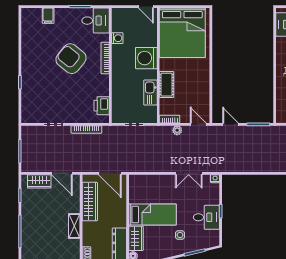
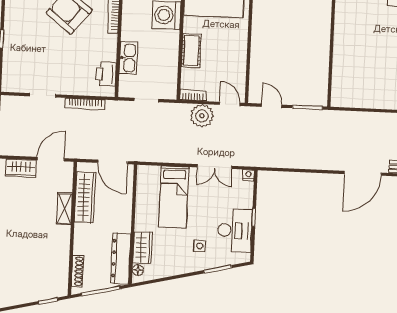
kitchen sink: (150, 92) -> (128, 58), moved, turned 180
plant: (177, 130) -> (202, 116), width x1.87, depth x1.87
door: (62, 173) -> (51, 159), swing flipped
bed: (152, 215) -> (174, 197), moved, turned 90
desk: (206, 217) -> (235, 230), width x1.37
shelving: (74, 226) -> (64, 209), moved

